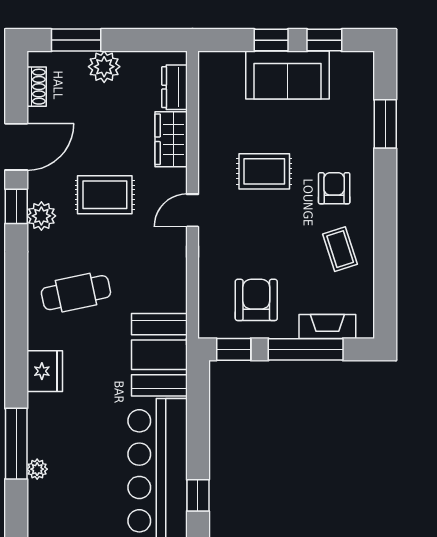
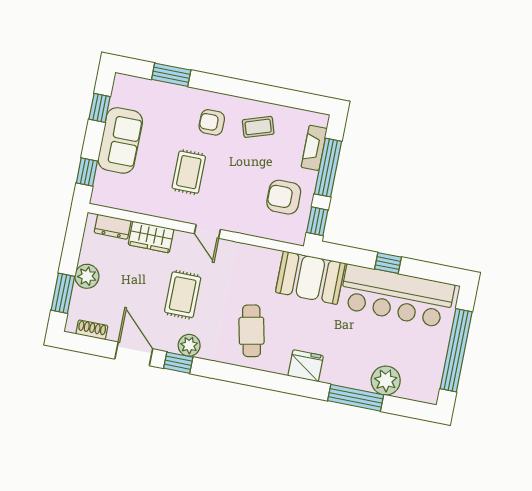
window: (271, 40) -> (87, 172), moved
plant: (37, 469) -> (386, 381), width x1.87, depth x1.87
window: (198, 495) -> (388, 263), moved

